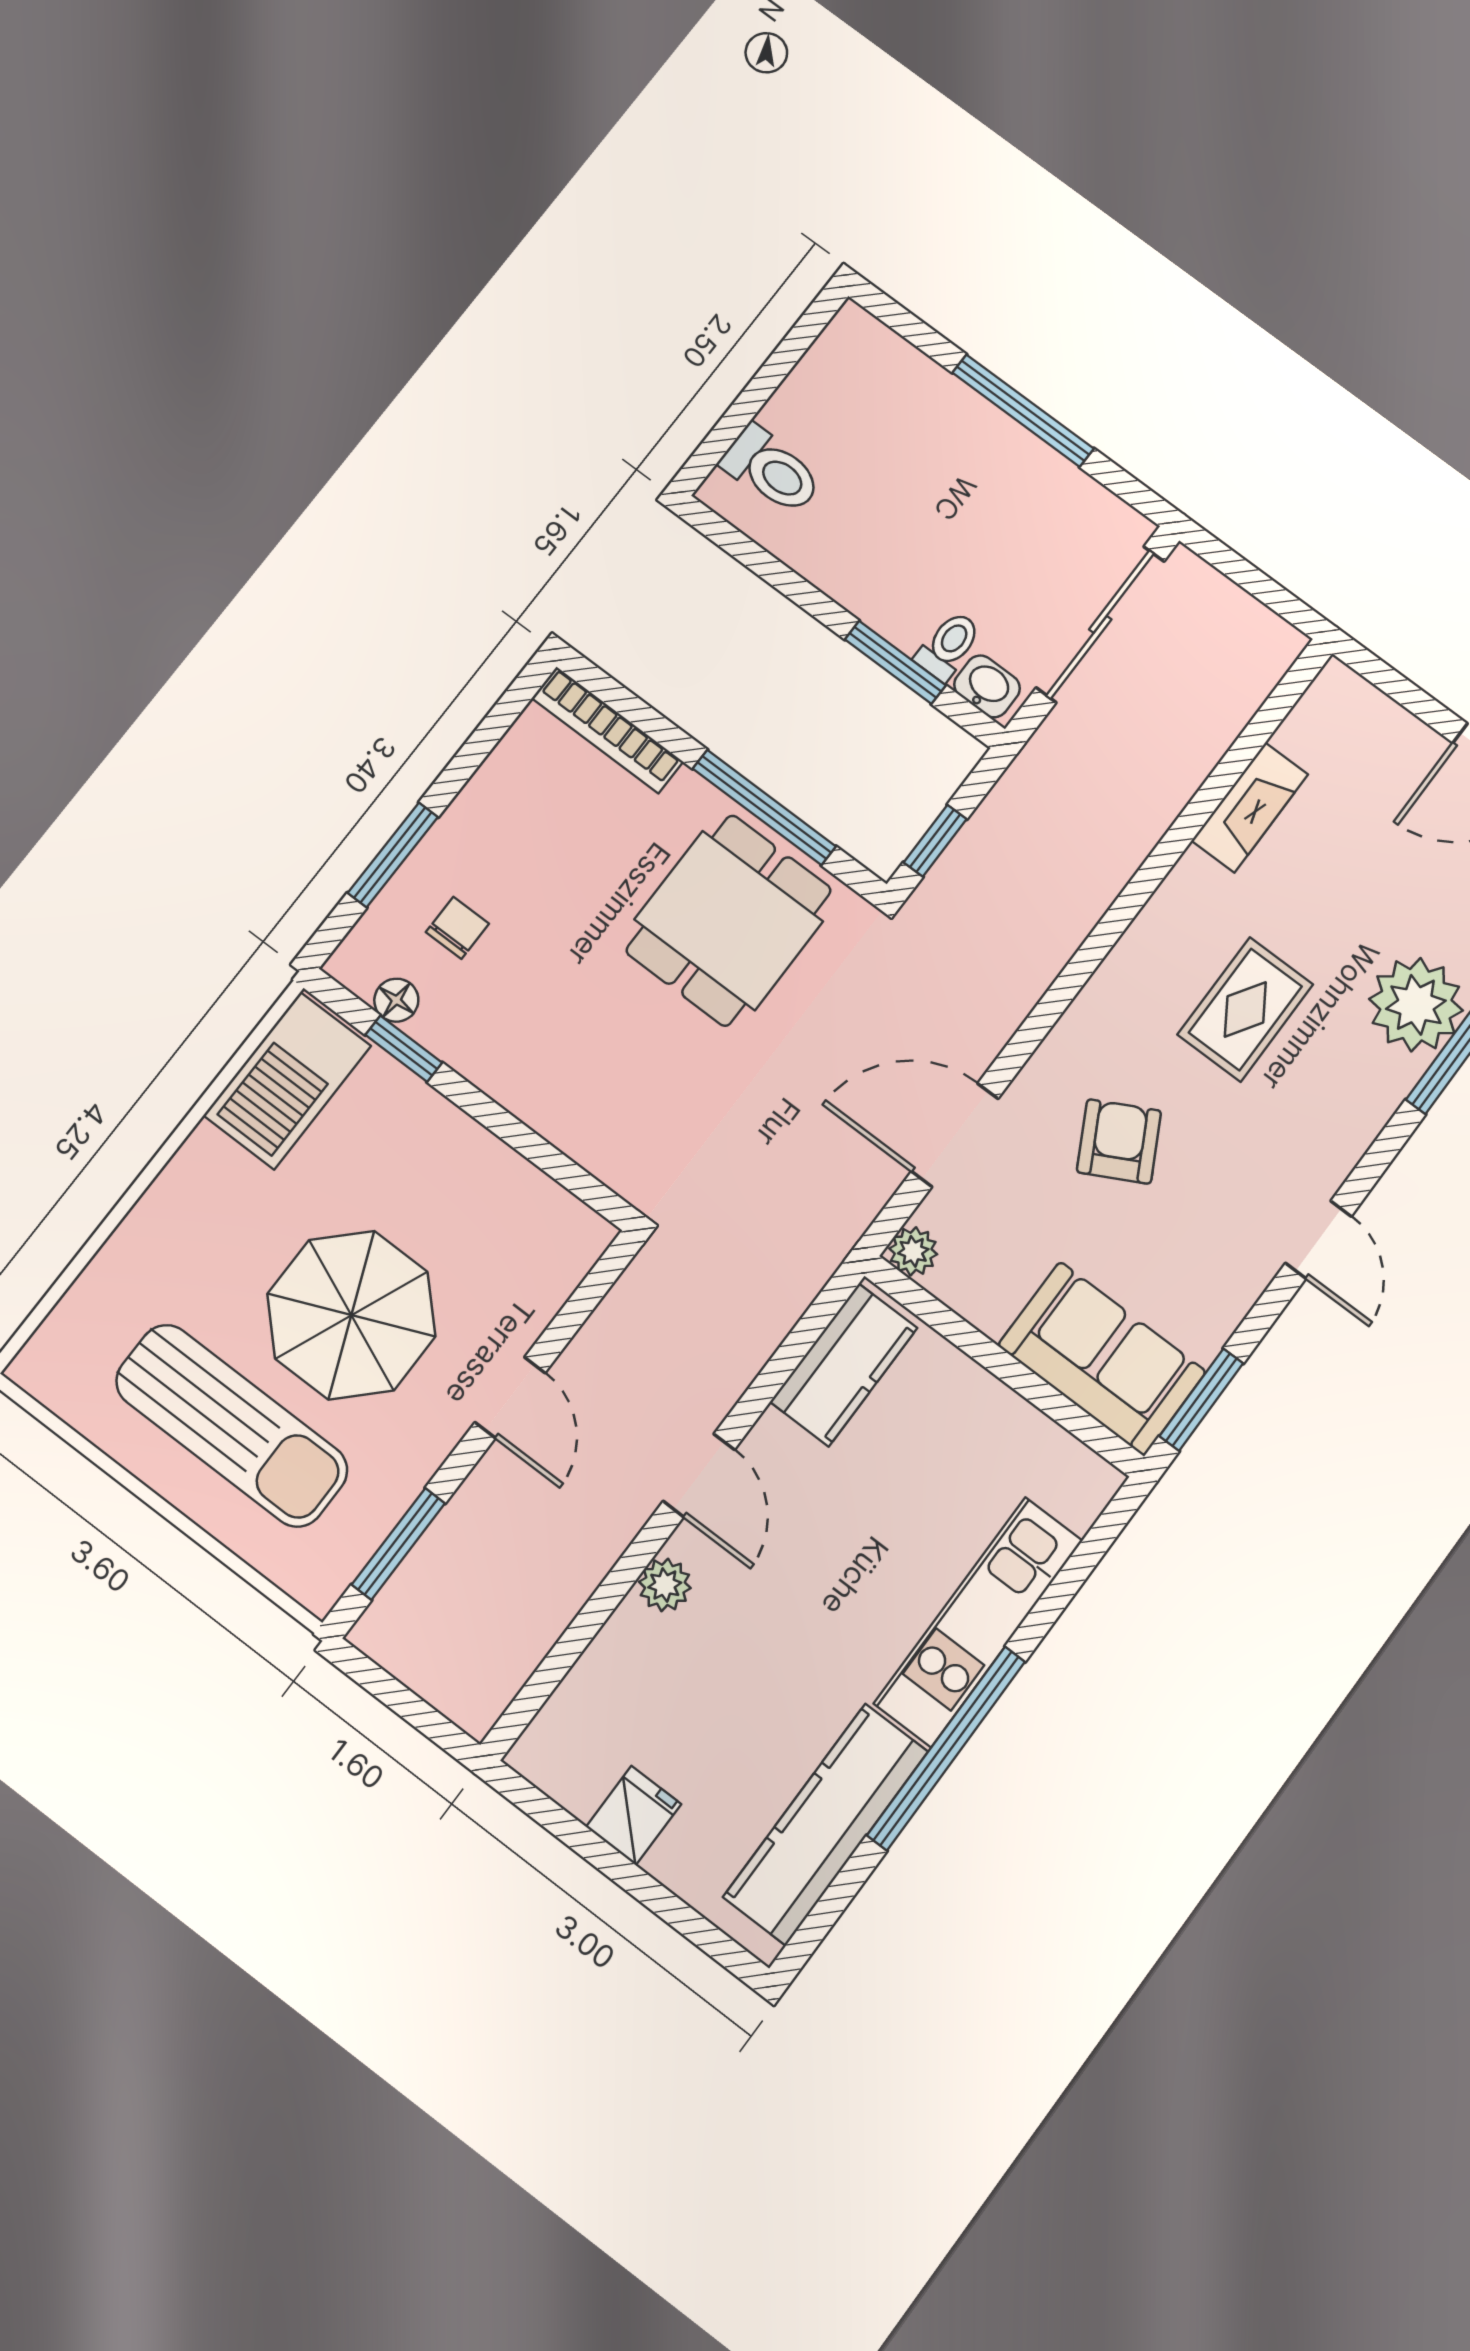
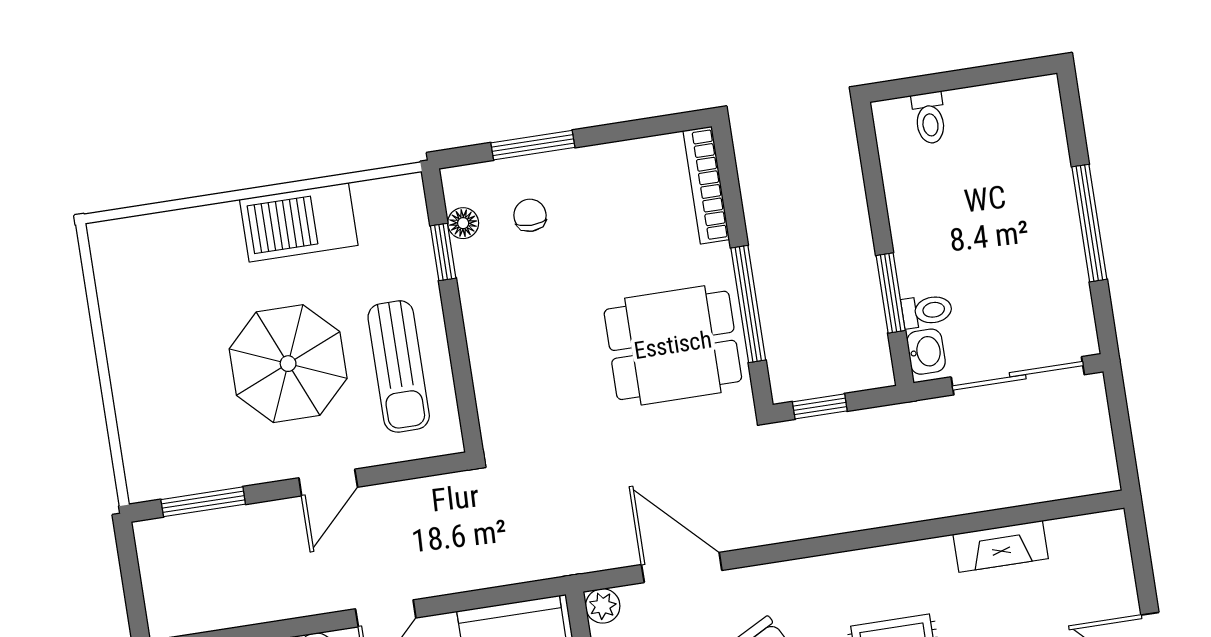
toilet: (772, 470) -> (929, 118), width x0.73, depth x0.72
chair: (457, 928) -> (530, 215), turned -90
barbecue: (287, 1081) -> (299, 222), moved
sun lounger: (232, 1426) -> (399, 366), moved, width x0.73, depth x0.75

